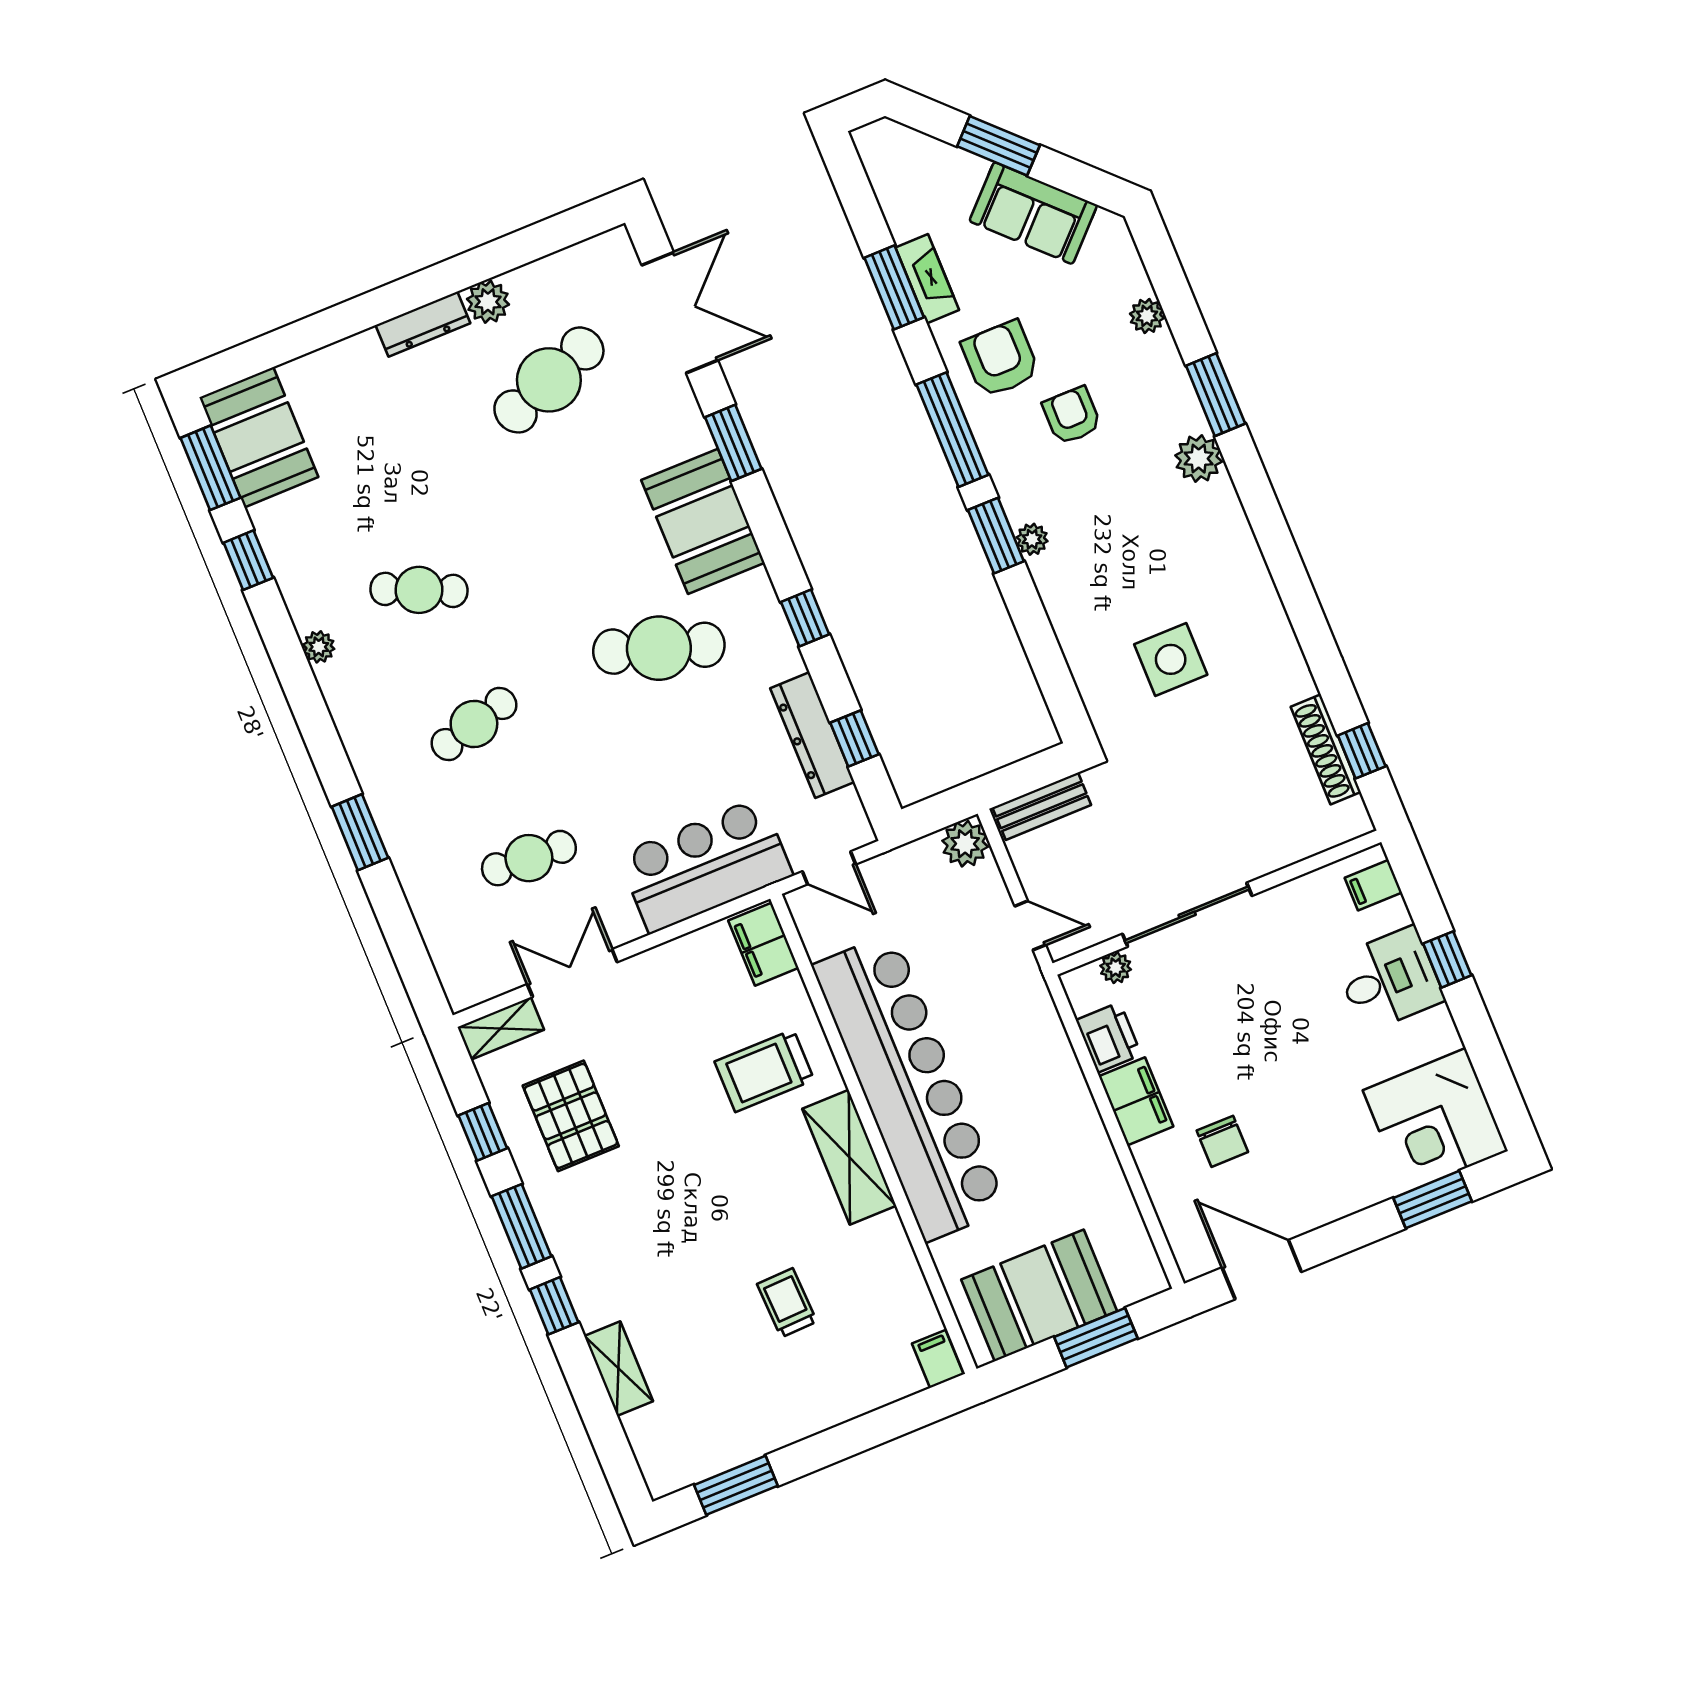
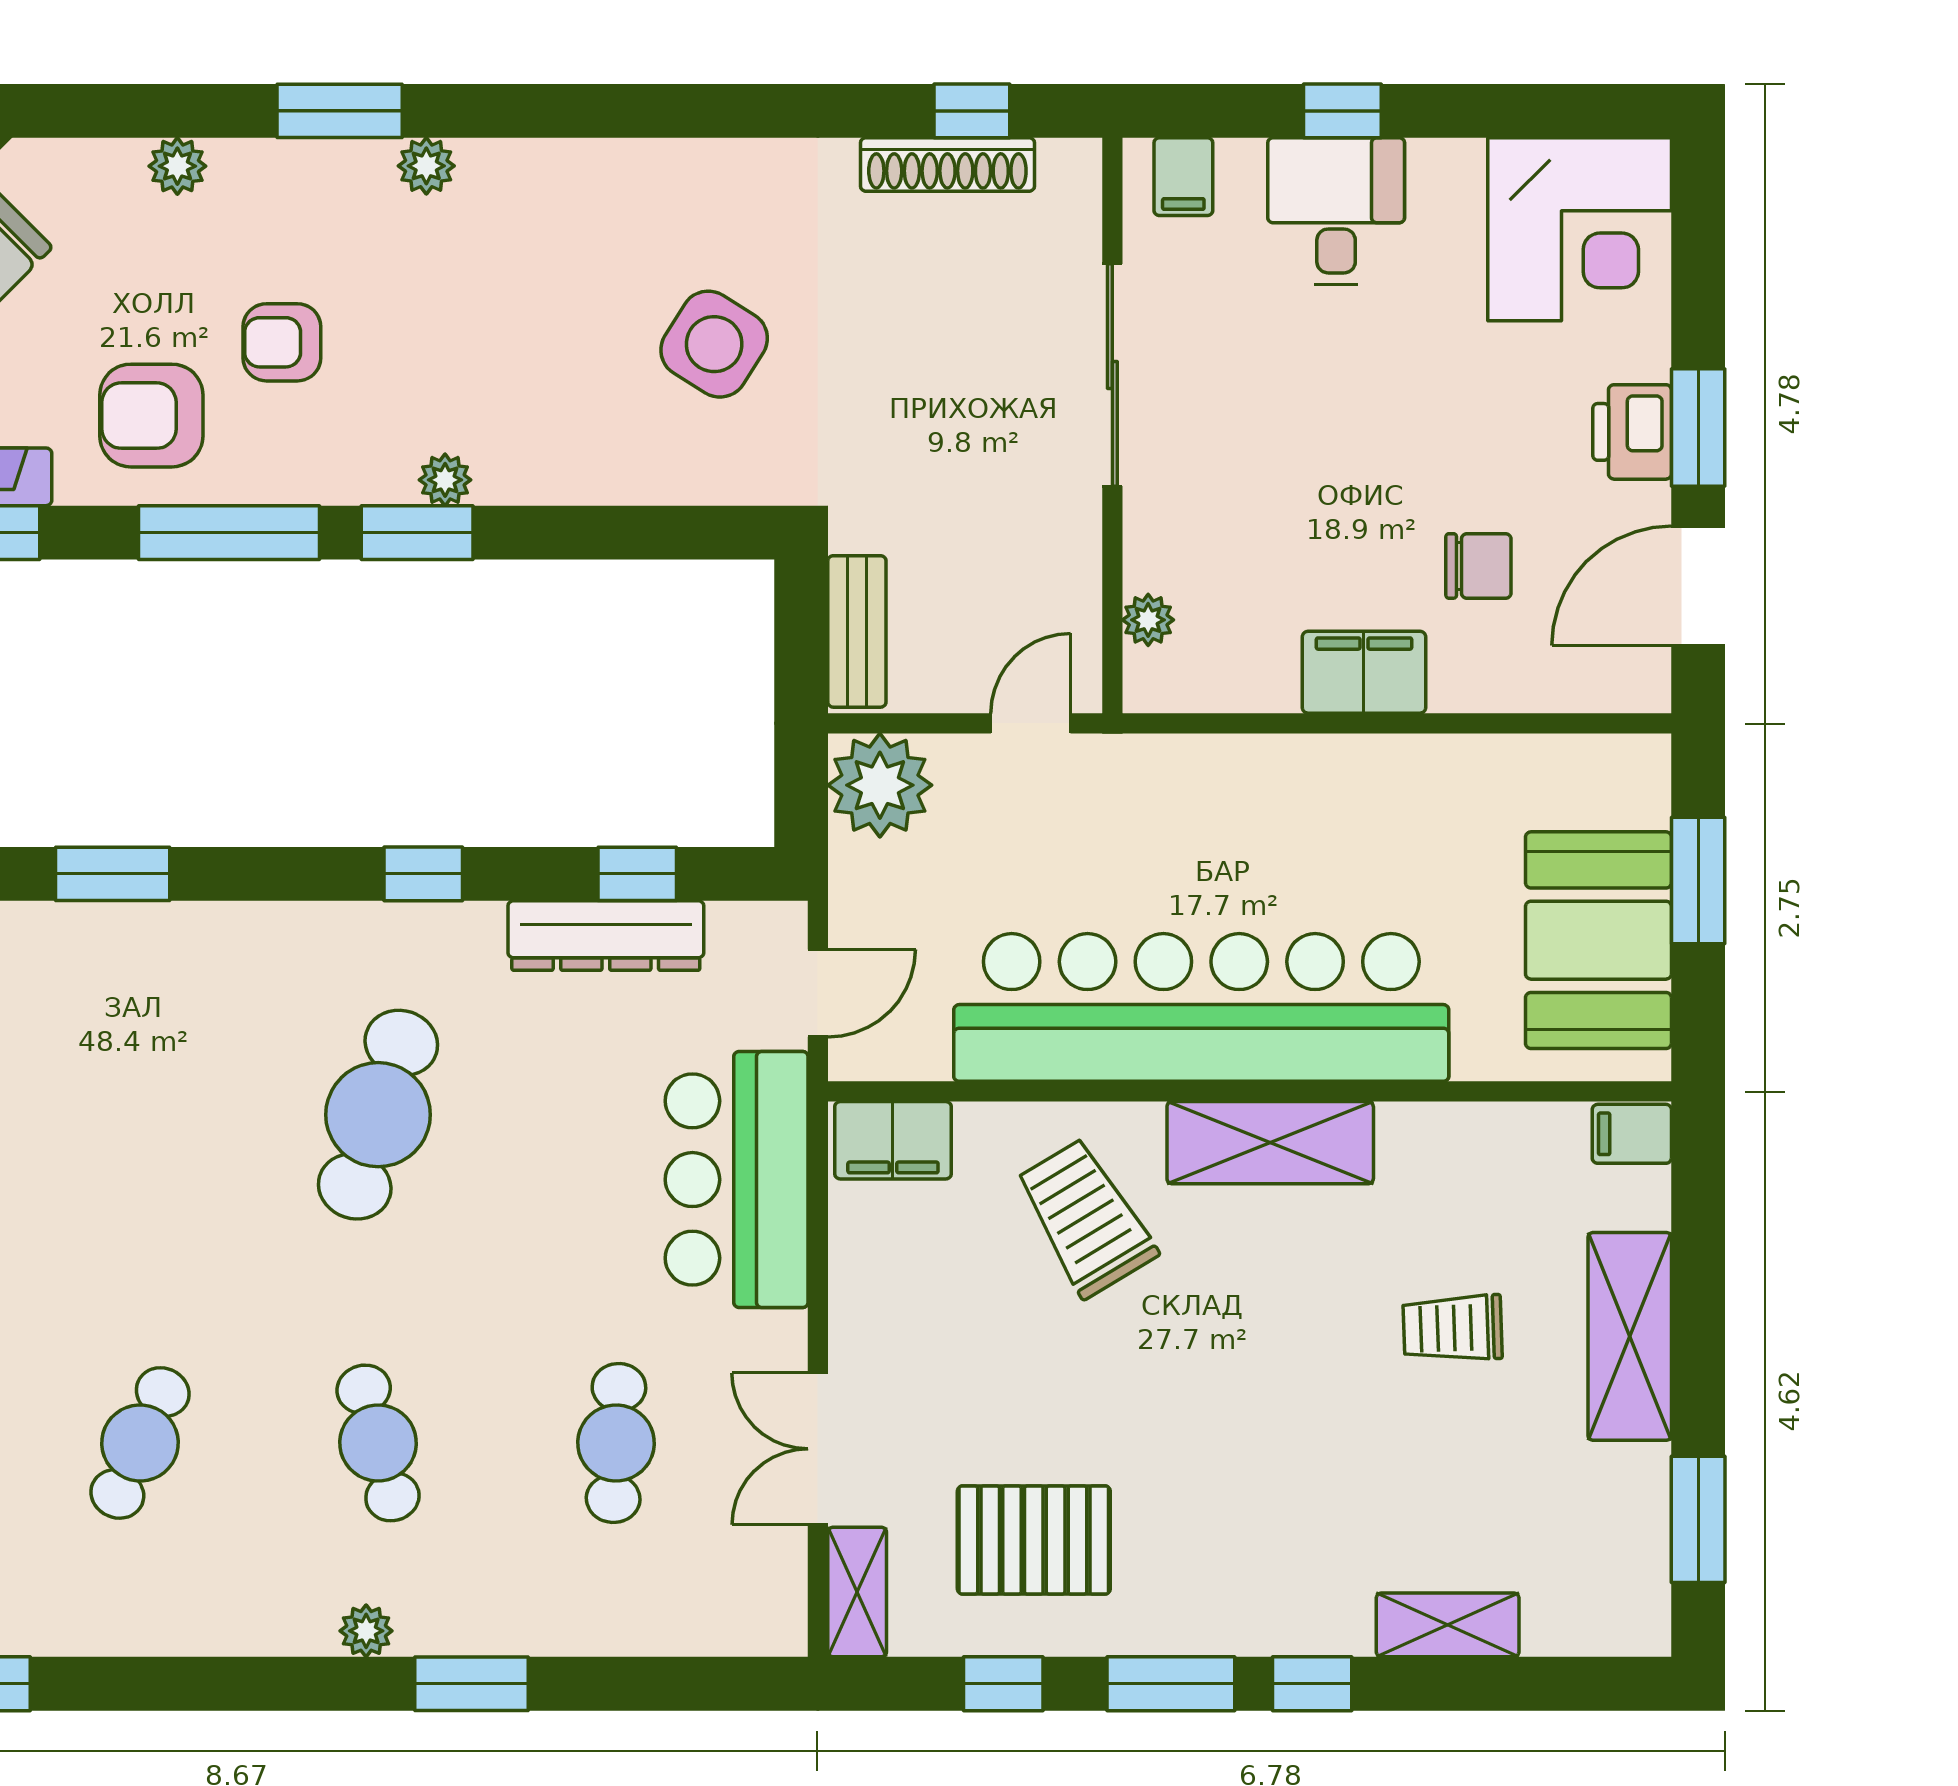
plant: (1199, 459) -> (426, 166), width x0.73, depth x0.73
booth: (703, 521) -> (213, 969), removed
plant: (319, 647) -> (366, 1631), moved
side table: (1171, 659) -> (714, 344), turned 32
plant: (965, 844) -> (880, 785), width x1.36, depth x1.36
sliding door: (1187, 915) -> (1112, 375), moved
printer: (1109, 1037) -> (1632, 432), moved, turned -90
trolley: (764, 1071) -> (1086, 1218), turned 149
window: (1433, 1200) -> (1698, 428), moved
shelving: (823, 1404) -> (1630, 1336), added

